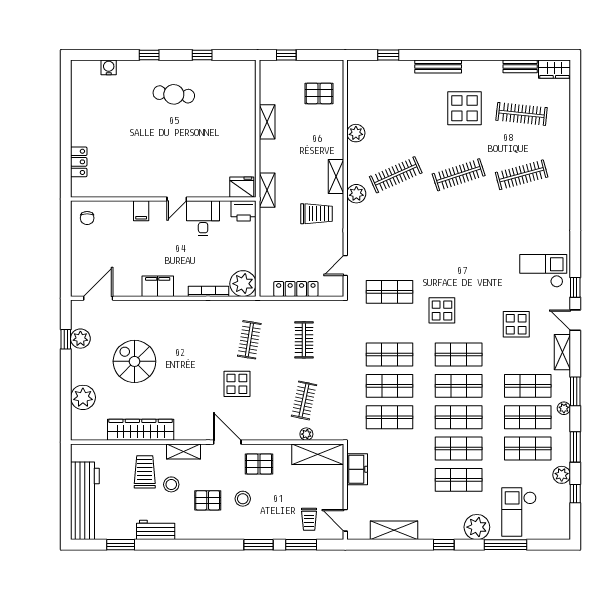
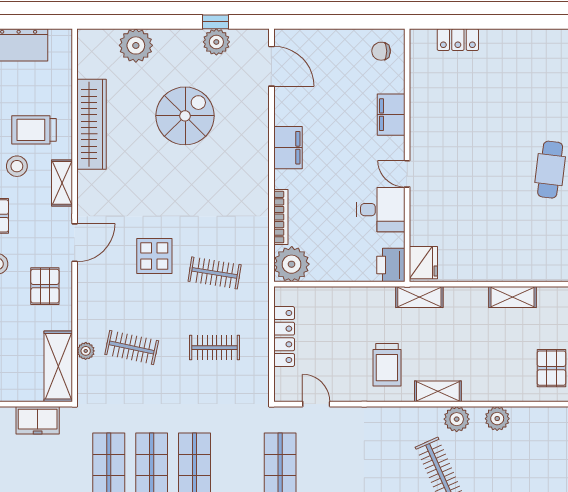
plant: (356, 194) -> (457, 419), moved
filing cabinet: (141, 211) -> (391, 115), width x2.00
trolley: (145, 472) -> (34, 130), turned 180

